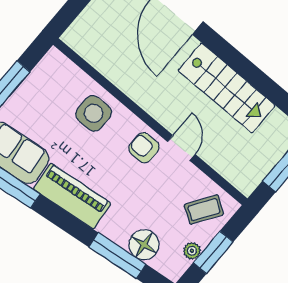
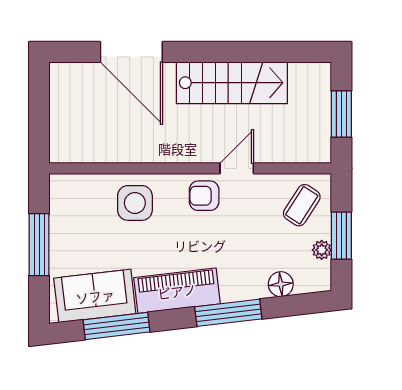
door: (181, 148) -> (237, 168), hinge flipped
floor lamp: (144, 245) -> (281, 284), width x0.73, depth x0.73
window: (117, 256) -> (228, 313), moved

